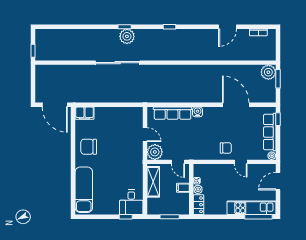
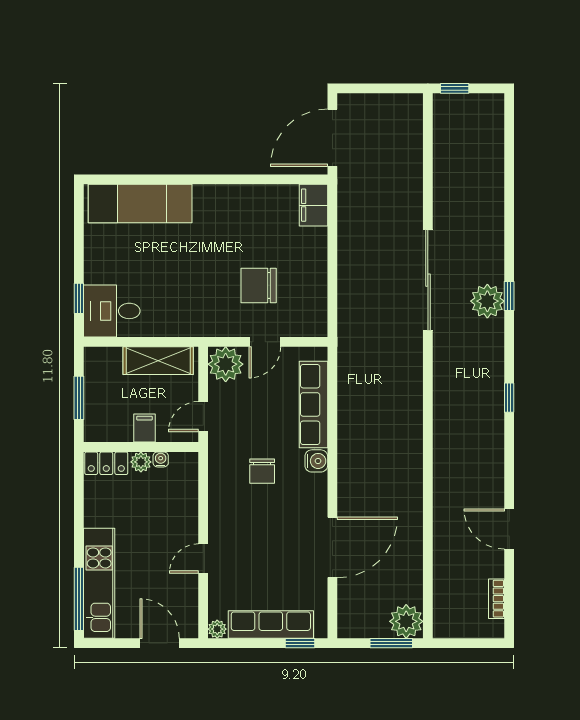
chair: (89, 147) -> (259, 285), moved, turned -90
chair: (226, 148) -> (262, 471), moved

